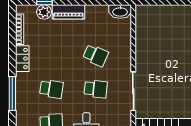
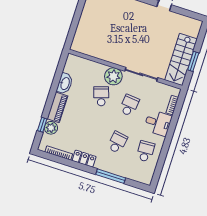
washbasin: (120, 12) -> (65, 83), moved
school desk: (96, 55) -> (101, 96), turned -42
plant: (121, 62) -> (113, 76), added

